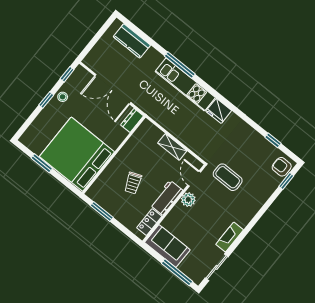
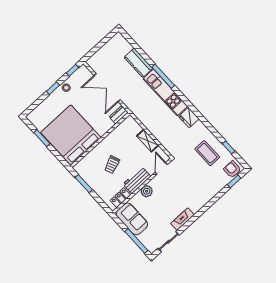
kitchen counter: (132, 41) -> (138, 63), moved
coffee table: (228, 177) -> (207, 153), moved
plant: (188, 200) -> (147, 191), moved

